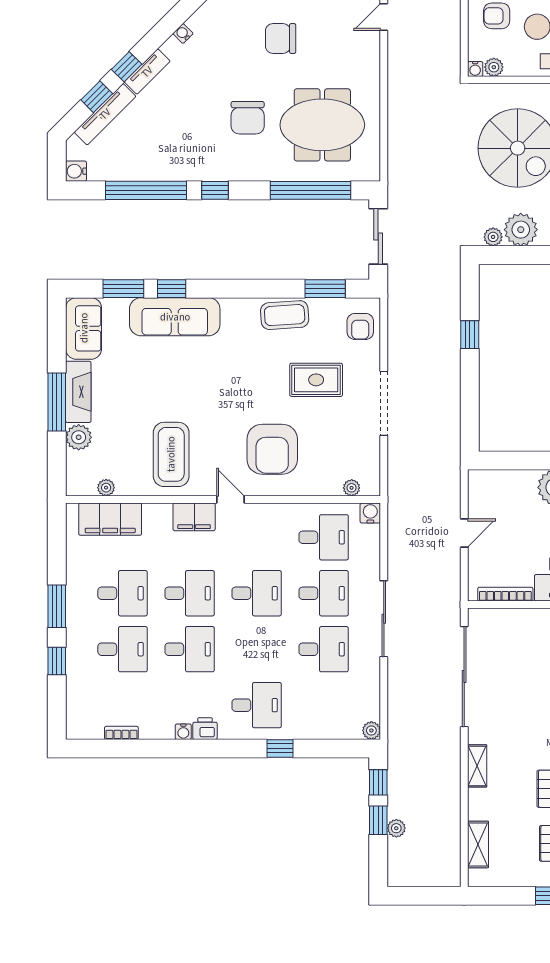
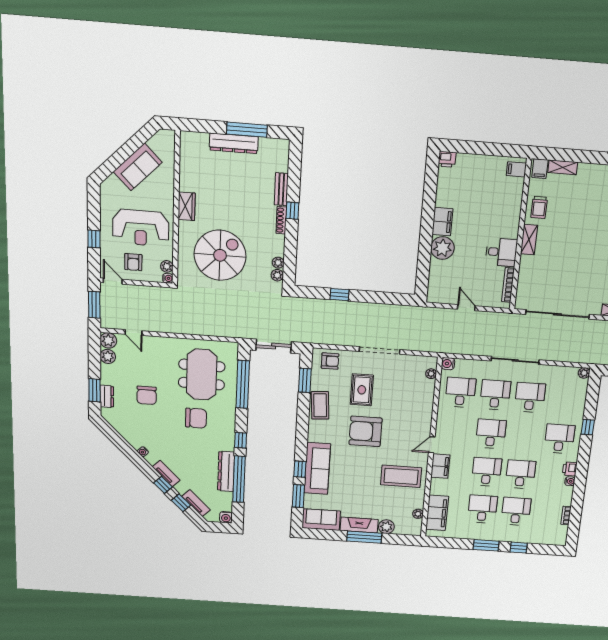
tv unit: (105, 114) -> (196, 503), width x0.71
dresser: (158, 169) -> (226, 471), added
plant: (521, 230) -> (278, 263), width x0.53, depth x0.53
armchair: (272, 449) -> (366, 431), moved, turned 180

